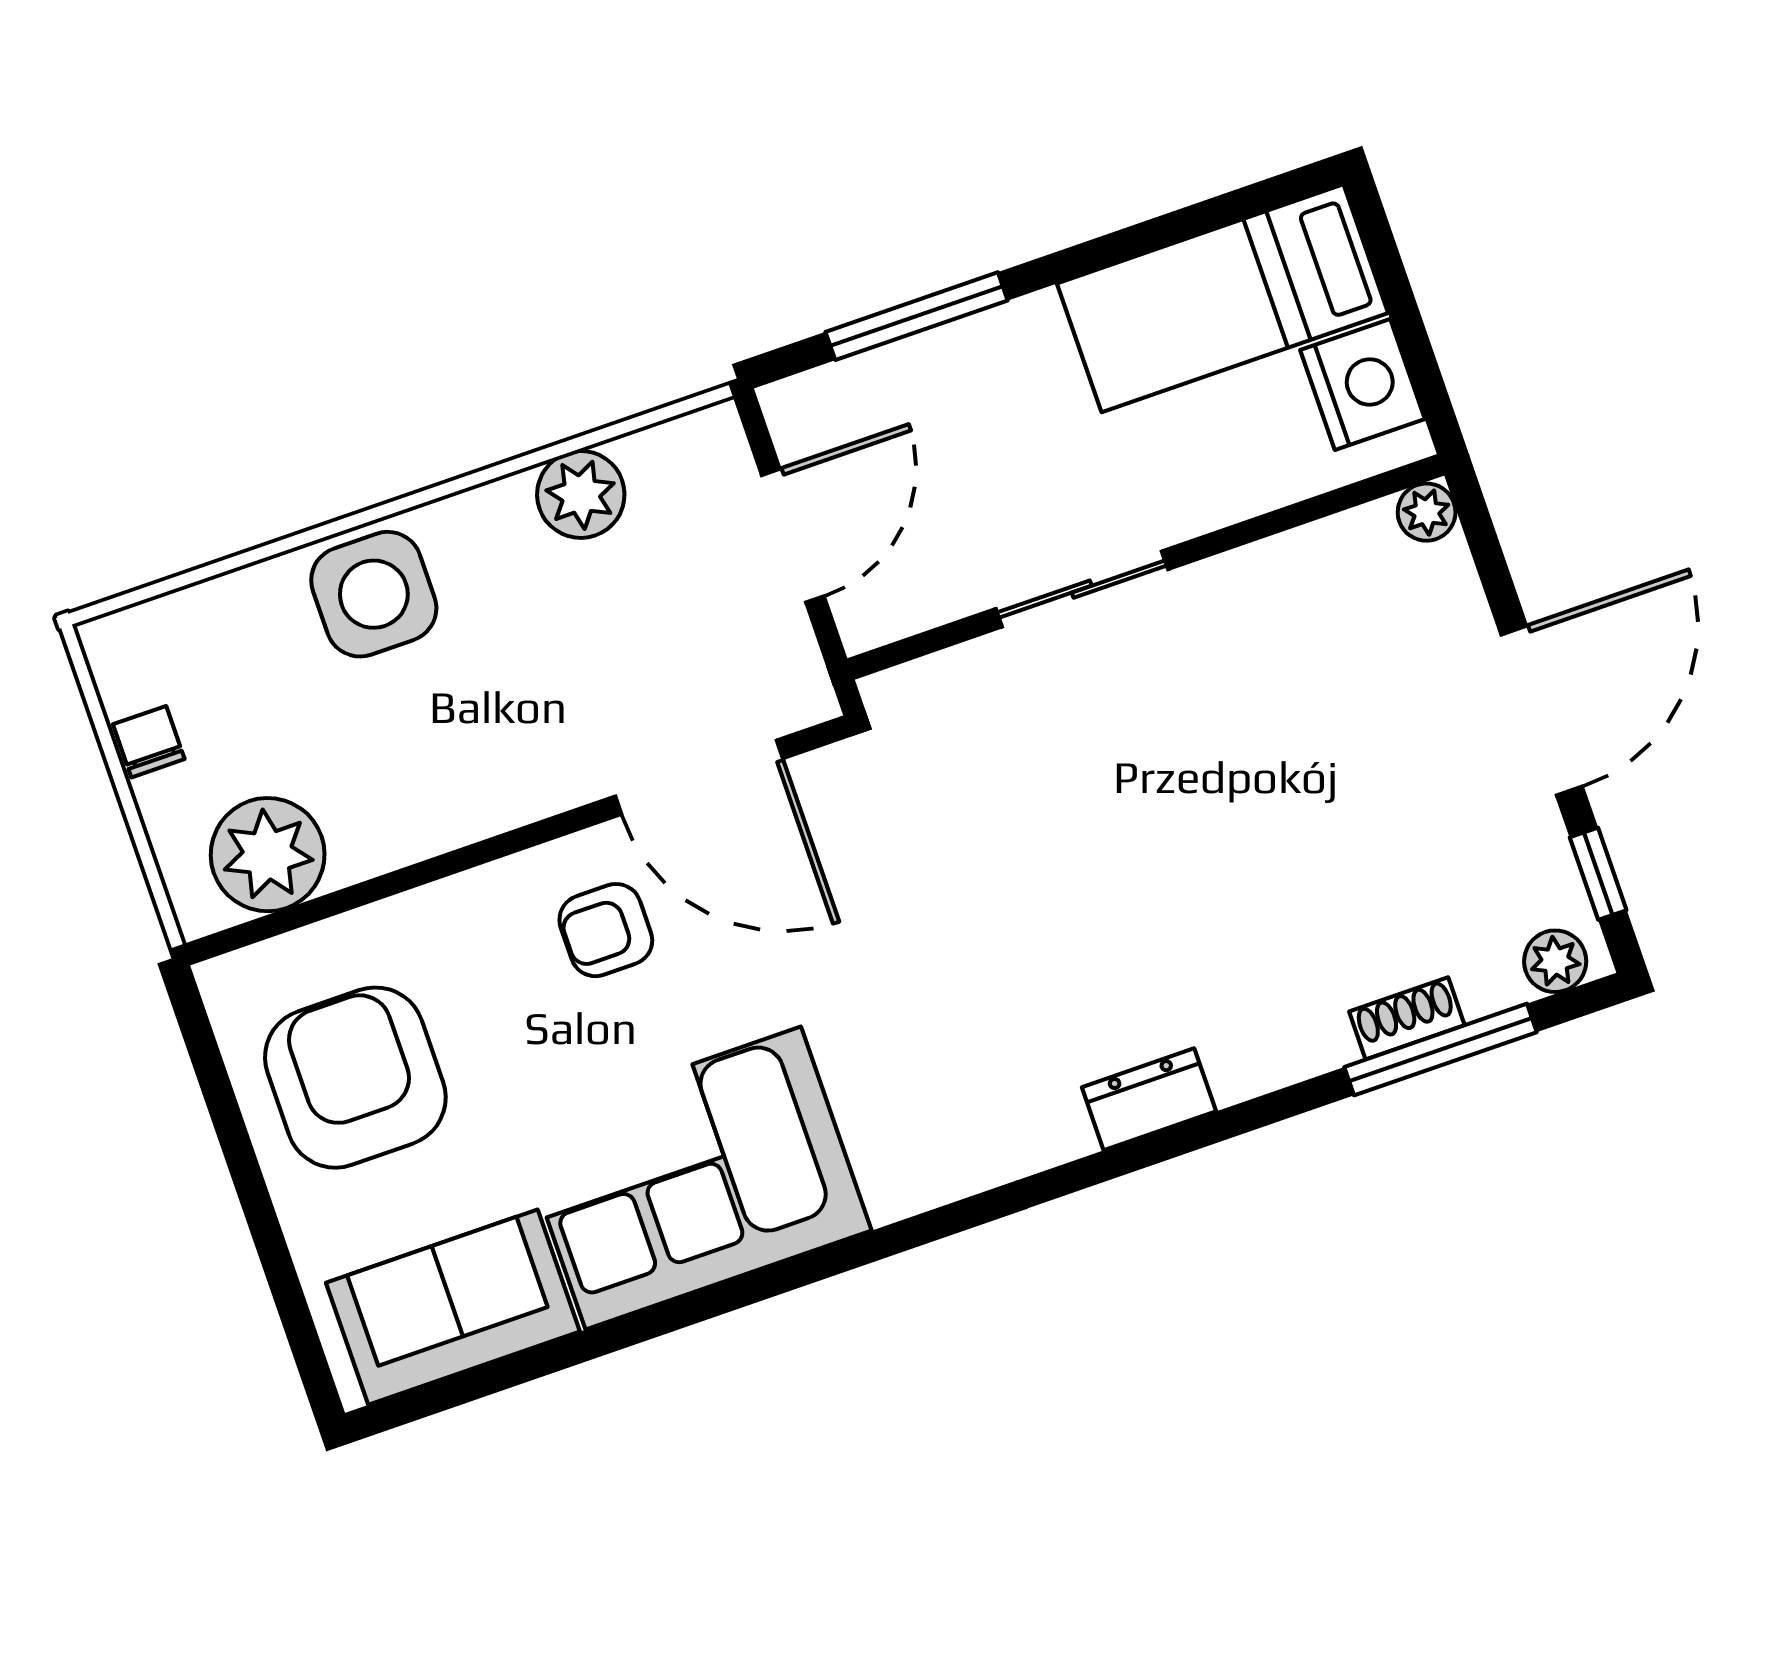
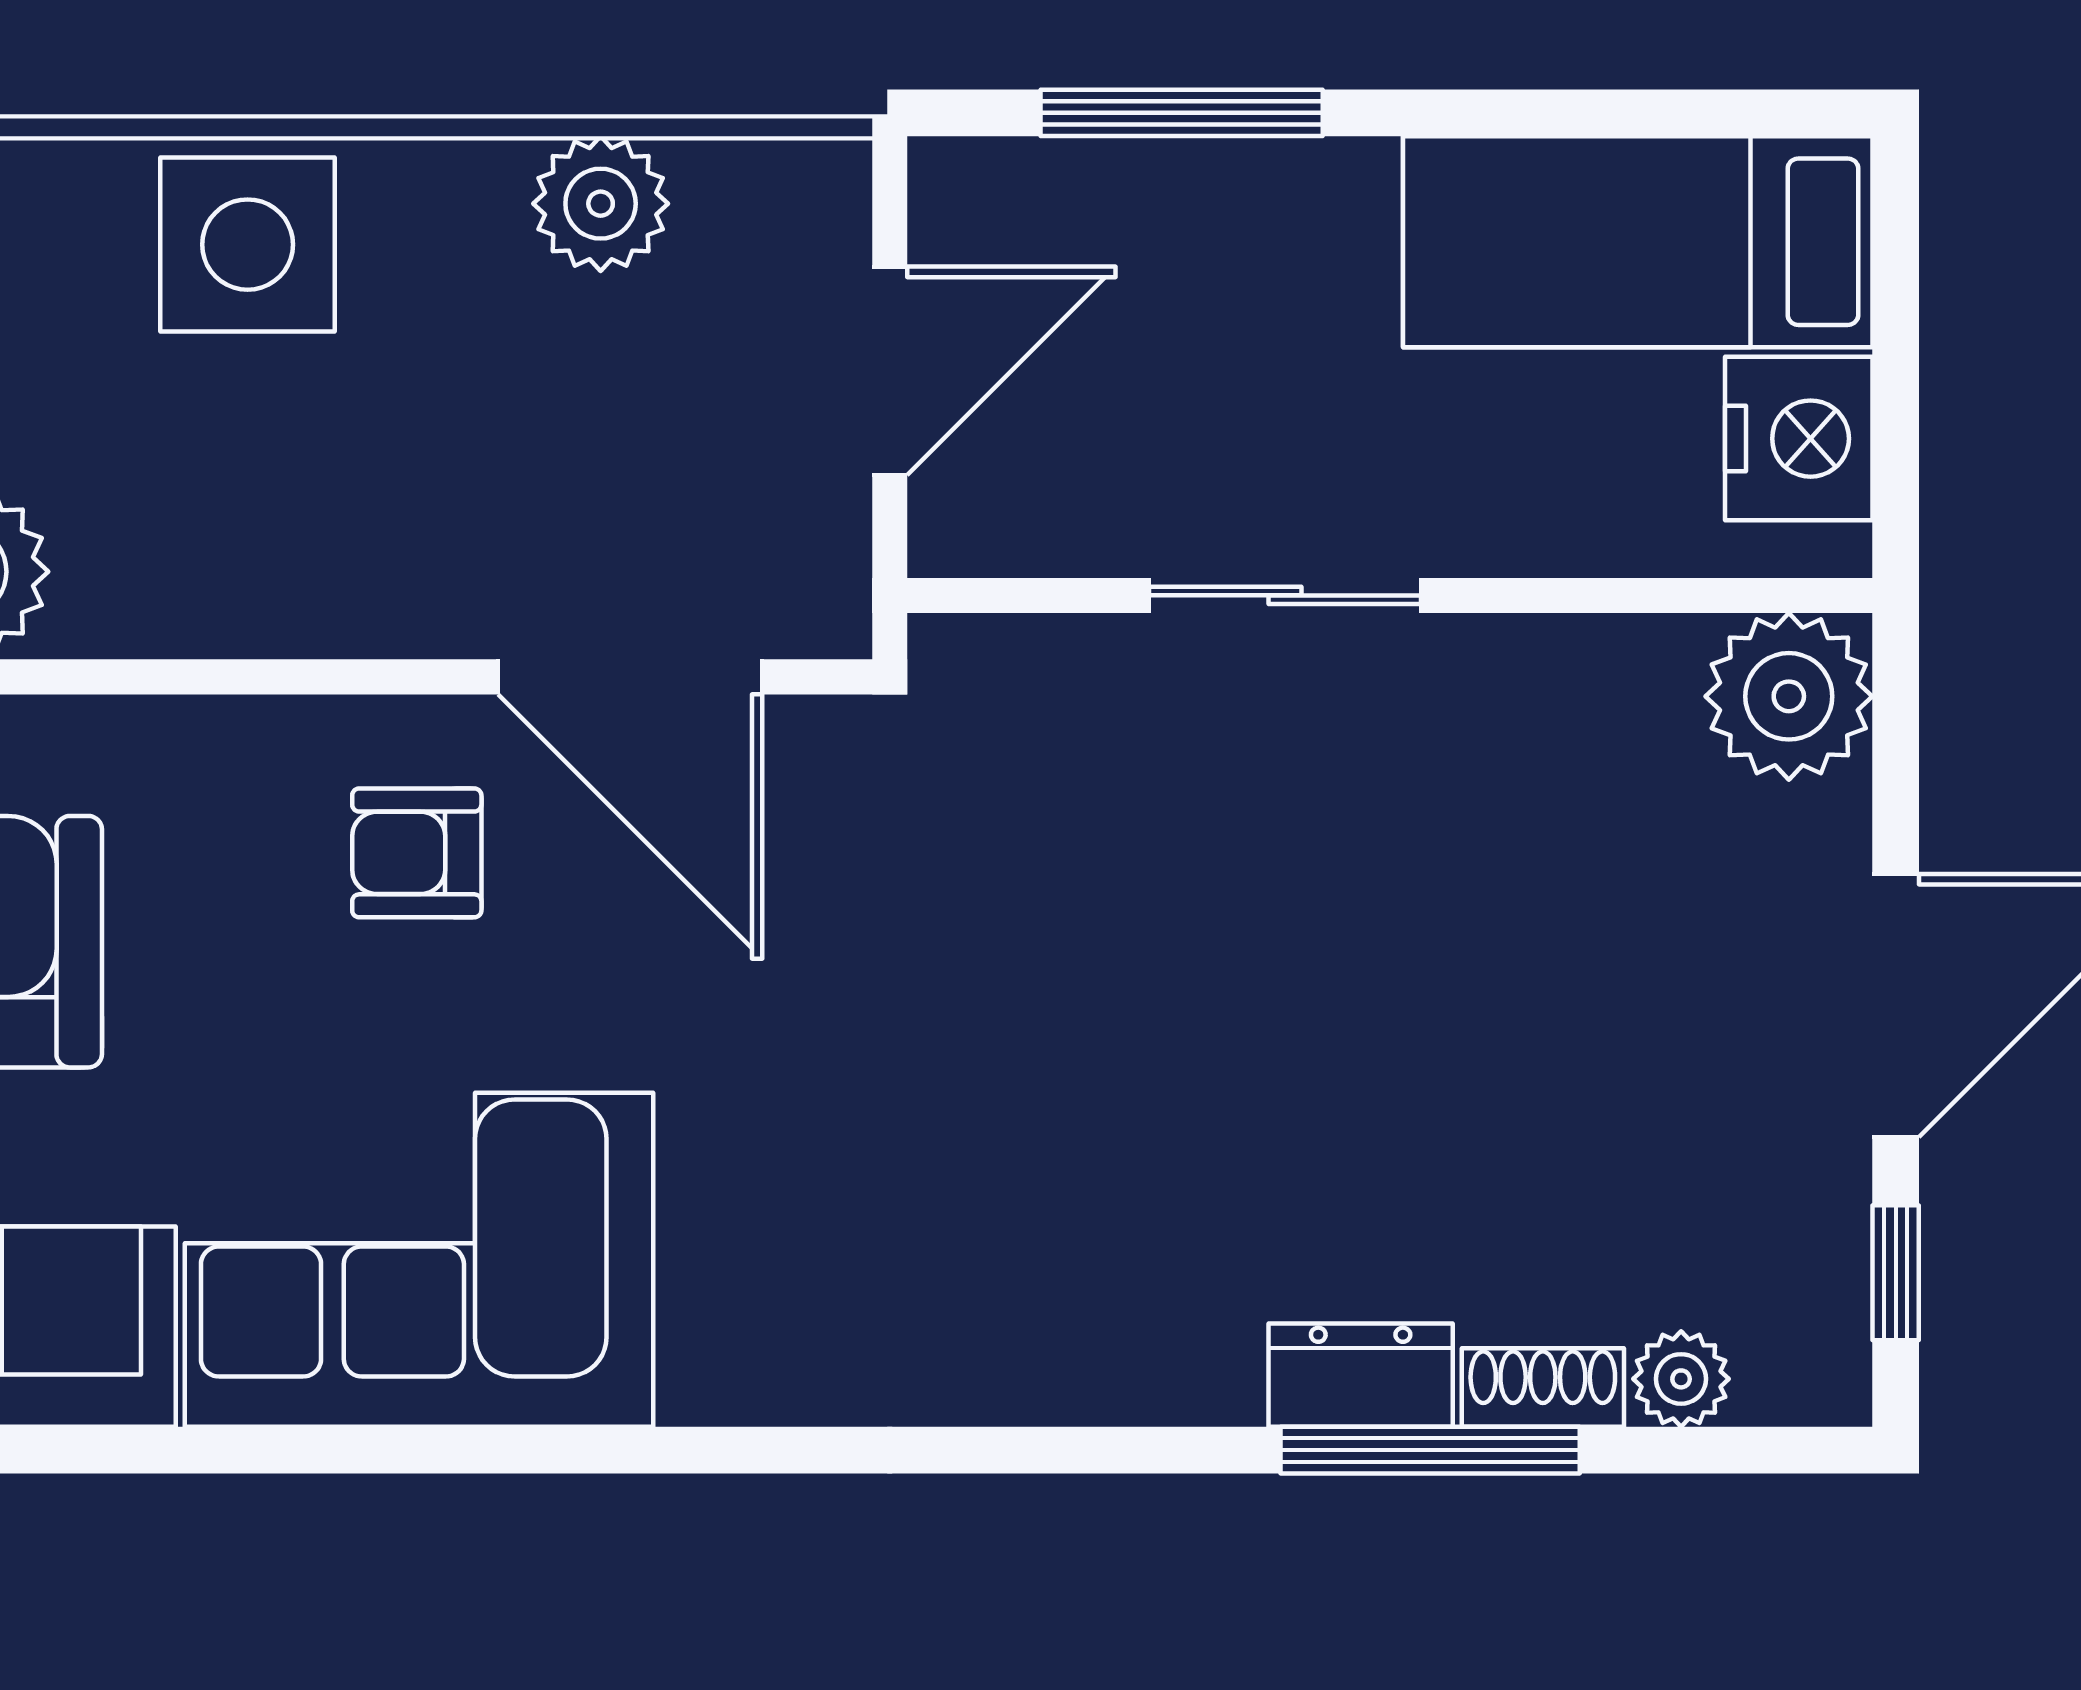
plant: (1427, 512) -> (1789, 696), width x1.88, depth x1.88
plant: (1555, 961) -> (1681, 1379), moved
window: (1441, 1050) -> (1430, 1450), moved
dresser: (1149, 1099) -> (1361, 1375), moved

